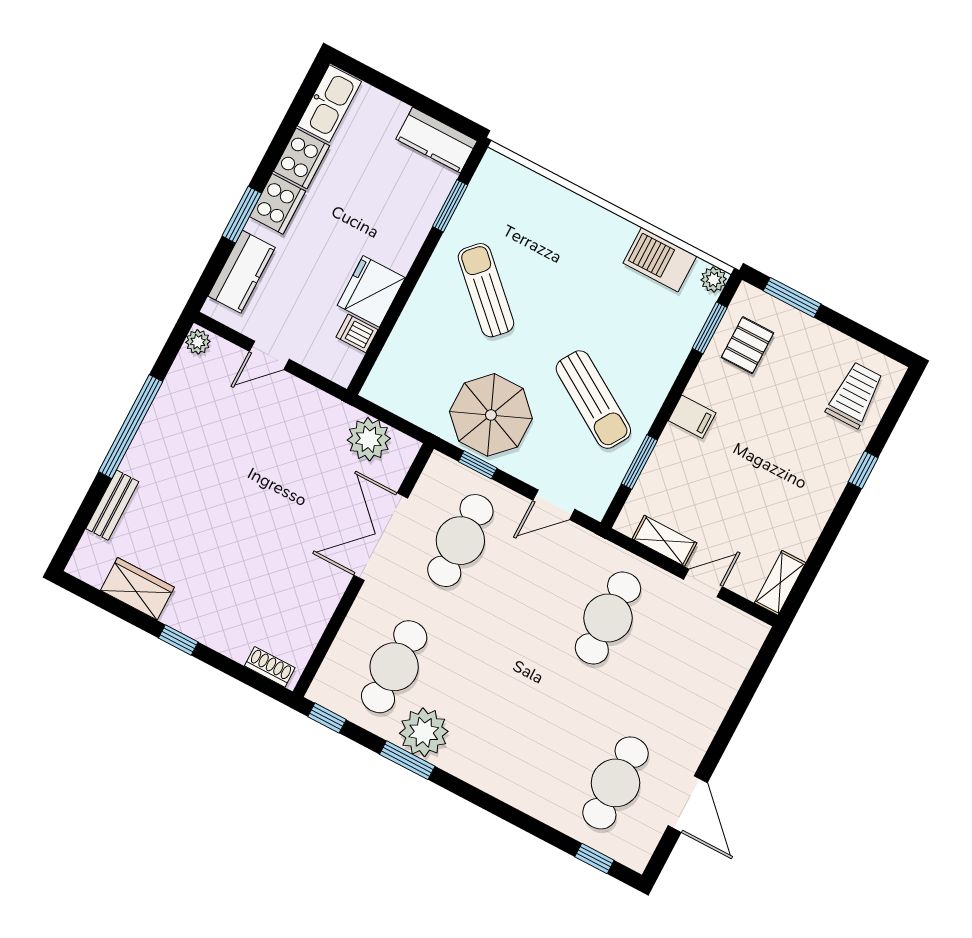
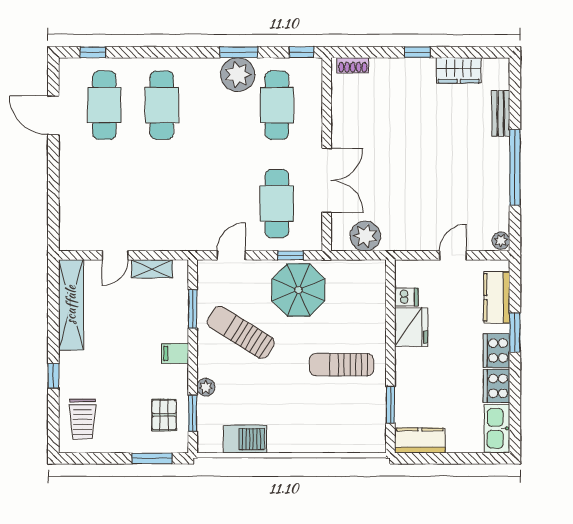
plant: (714, 279) -> (206, 387), moved
sun lounger: (486, 290) -> (342, 365), turned 136
shelving: (780, 583) -> (71, 305), width x2.20, depth x1.33
cafe table: (608, 618) -> (162, 105), moved

